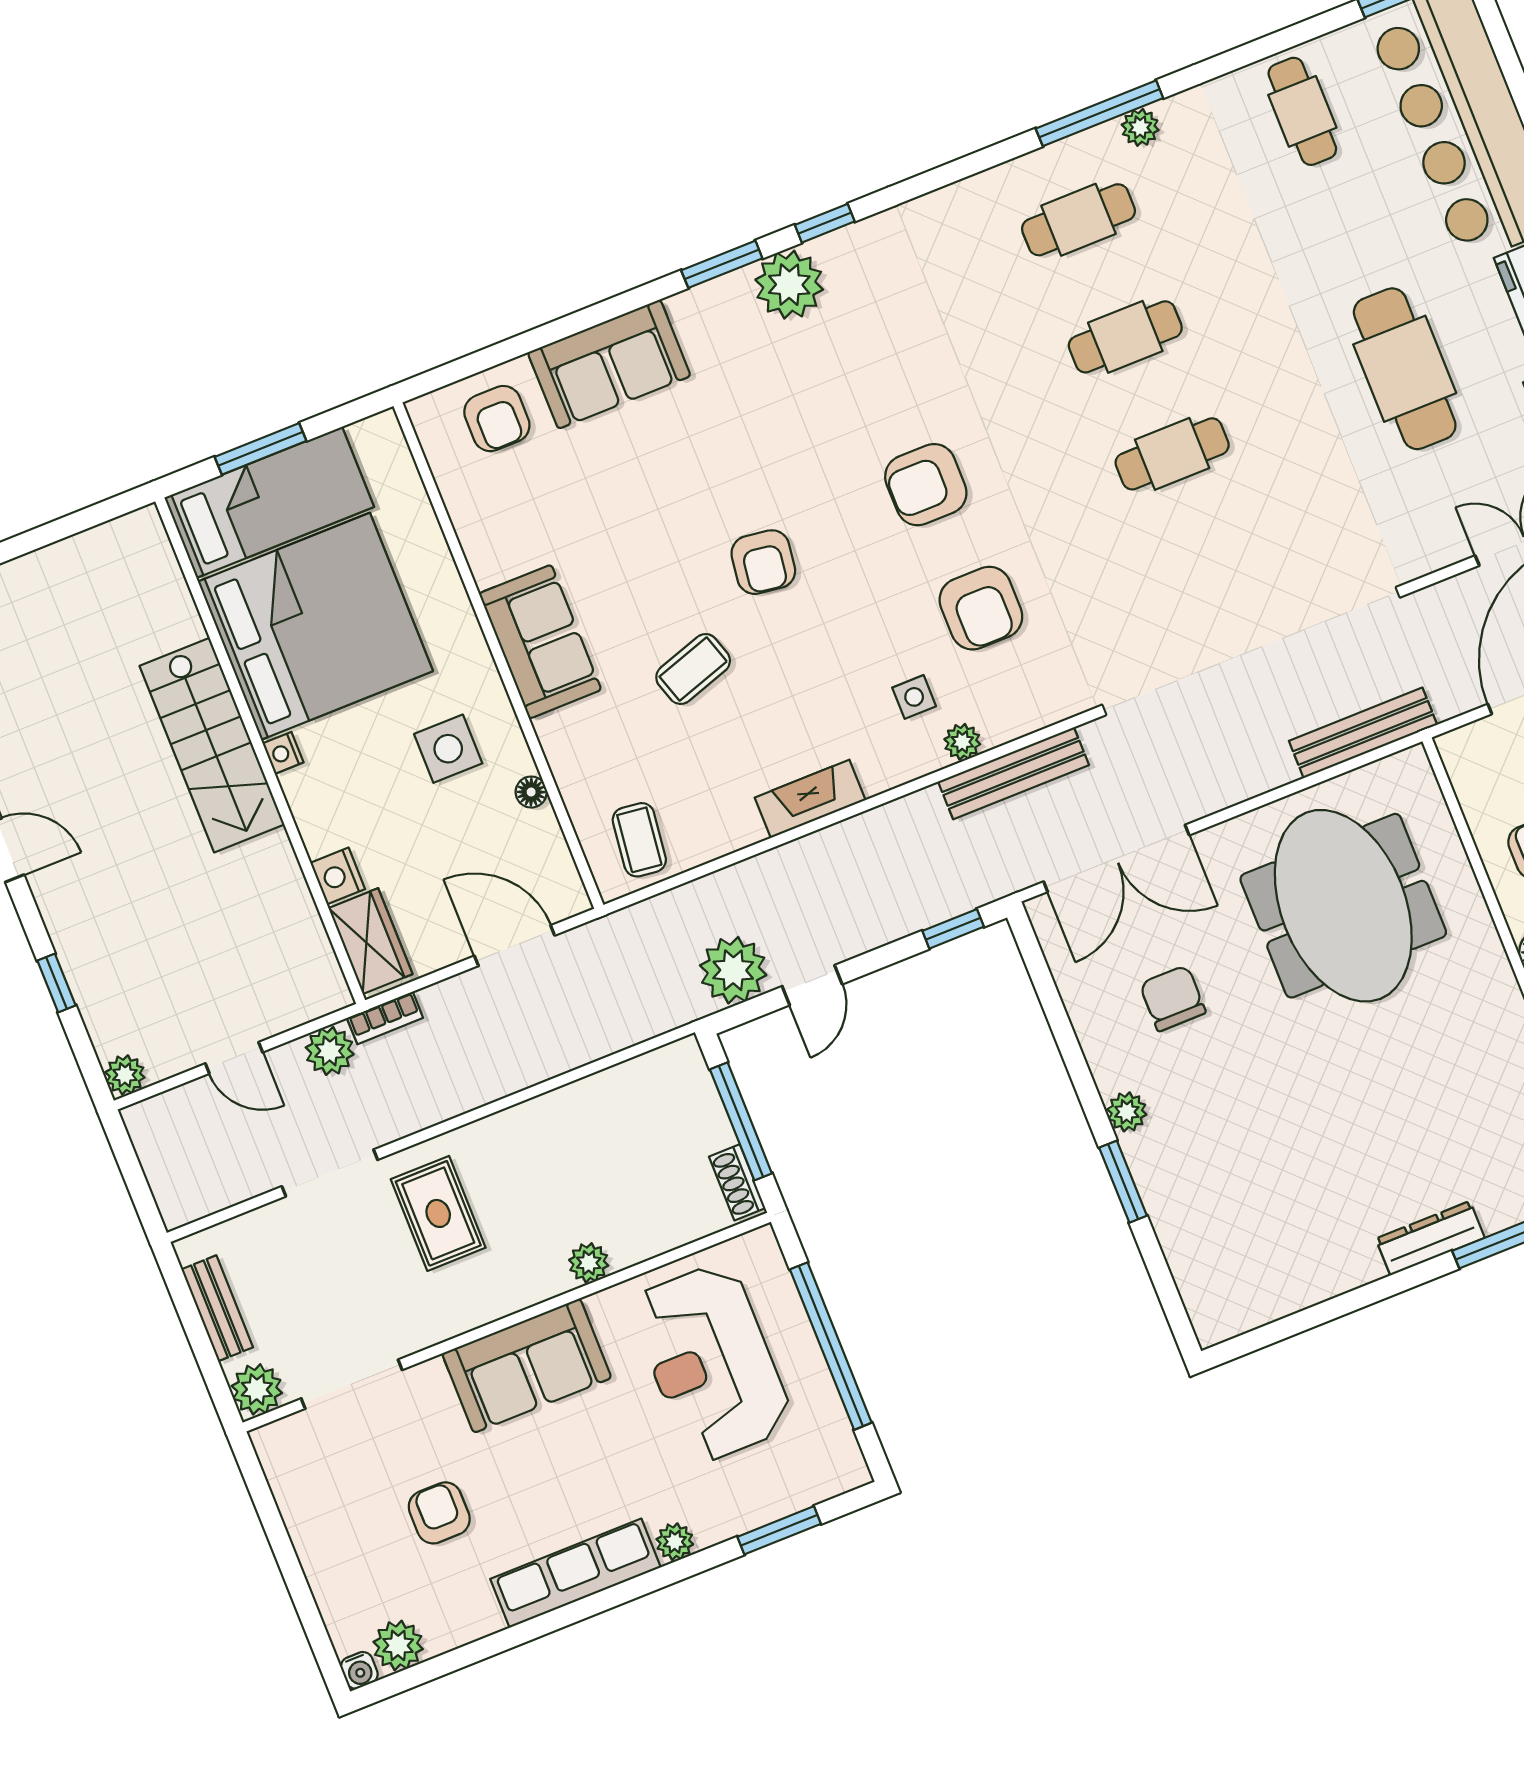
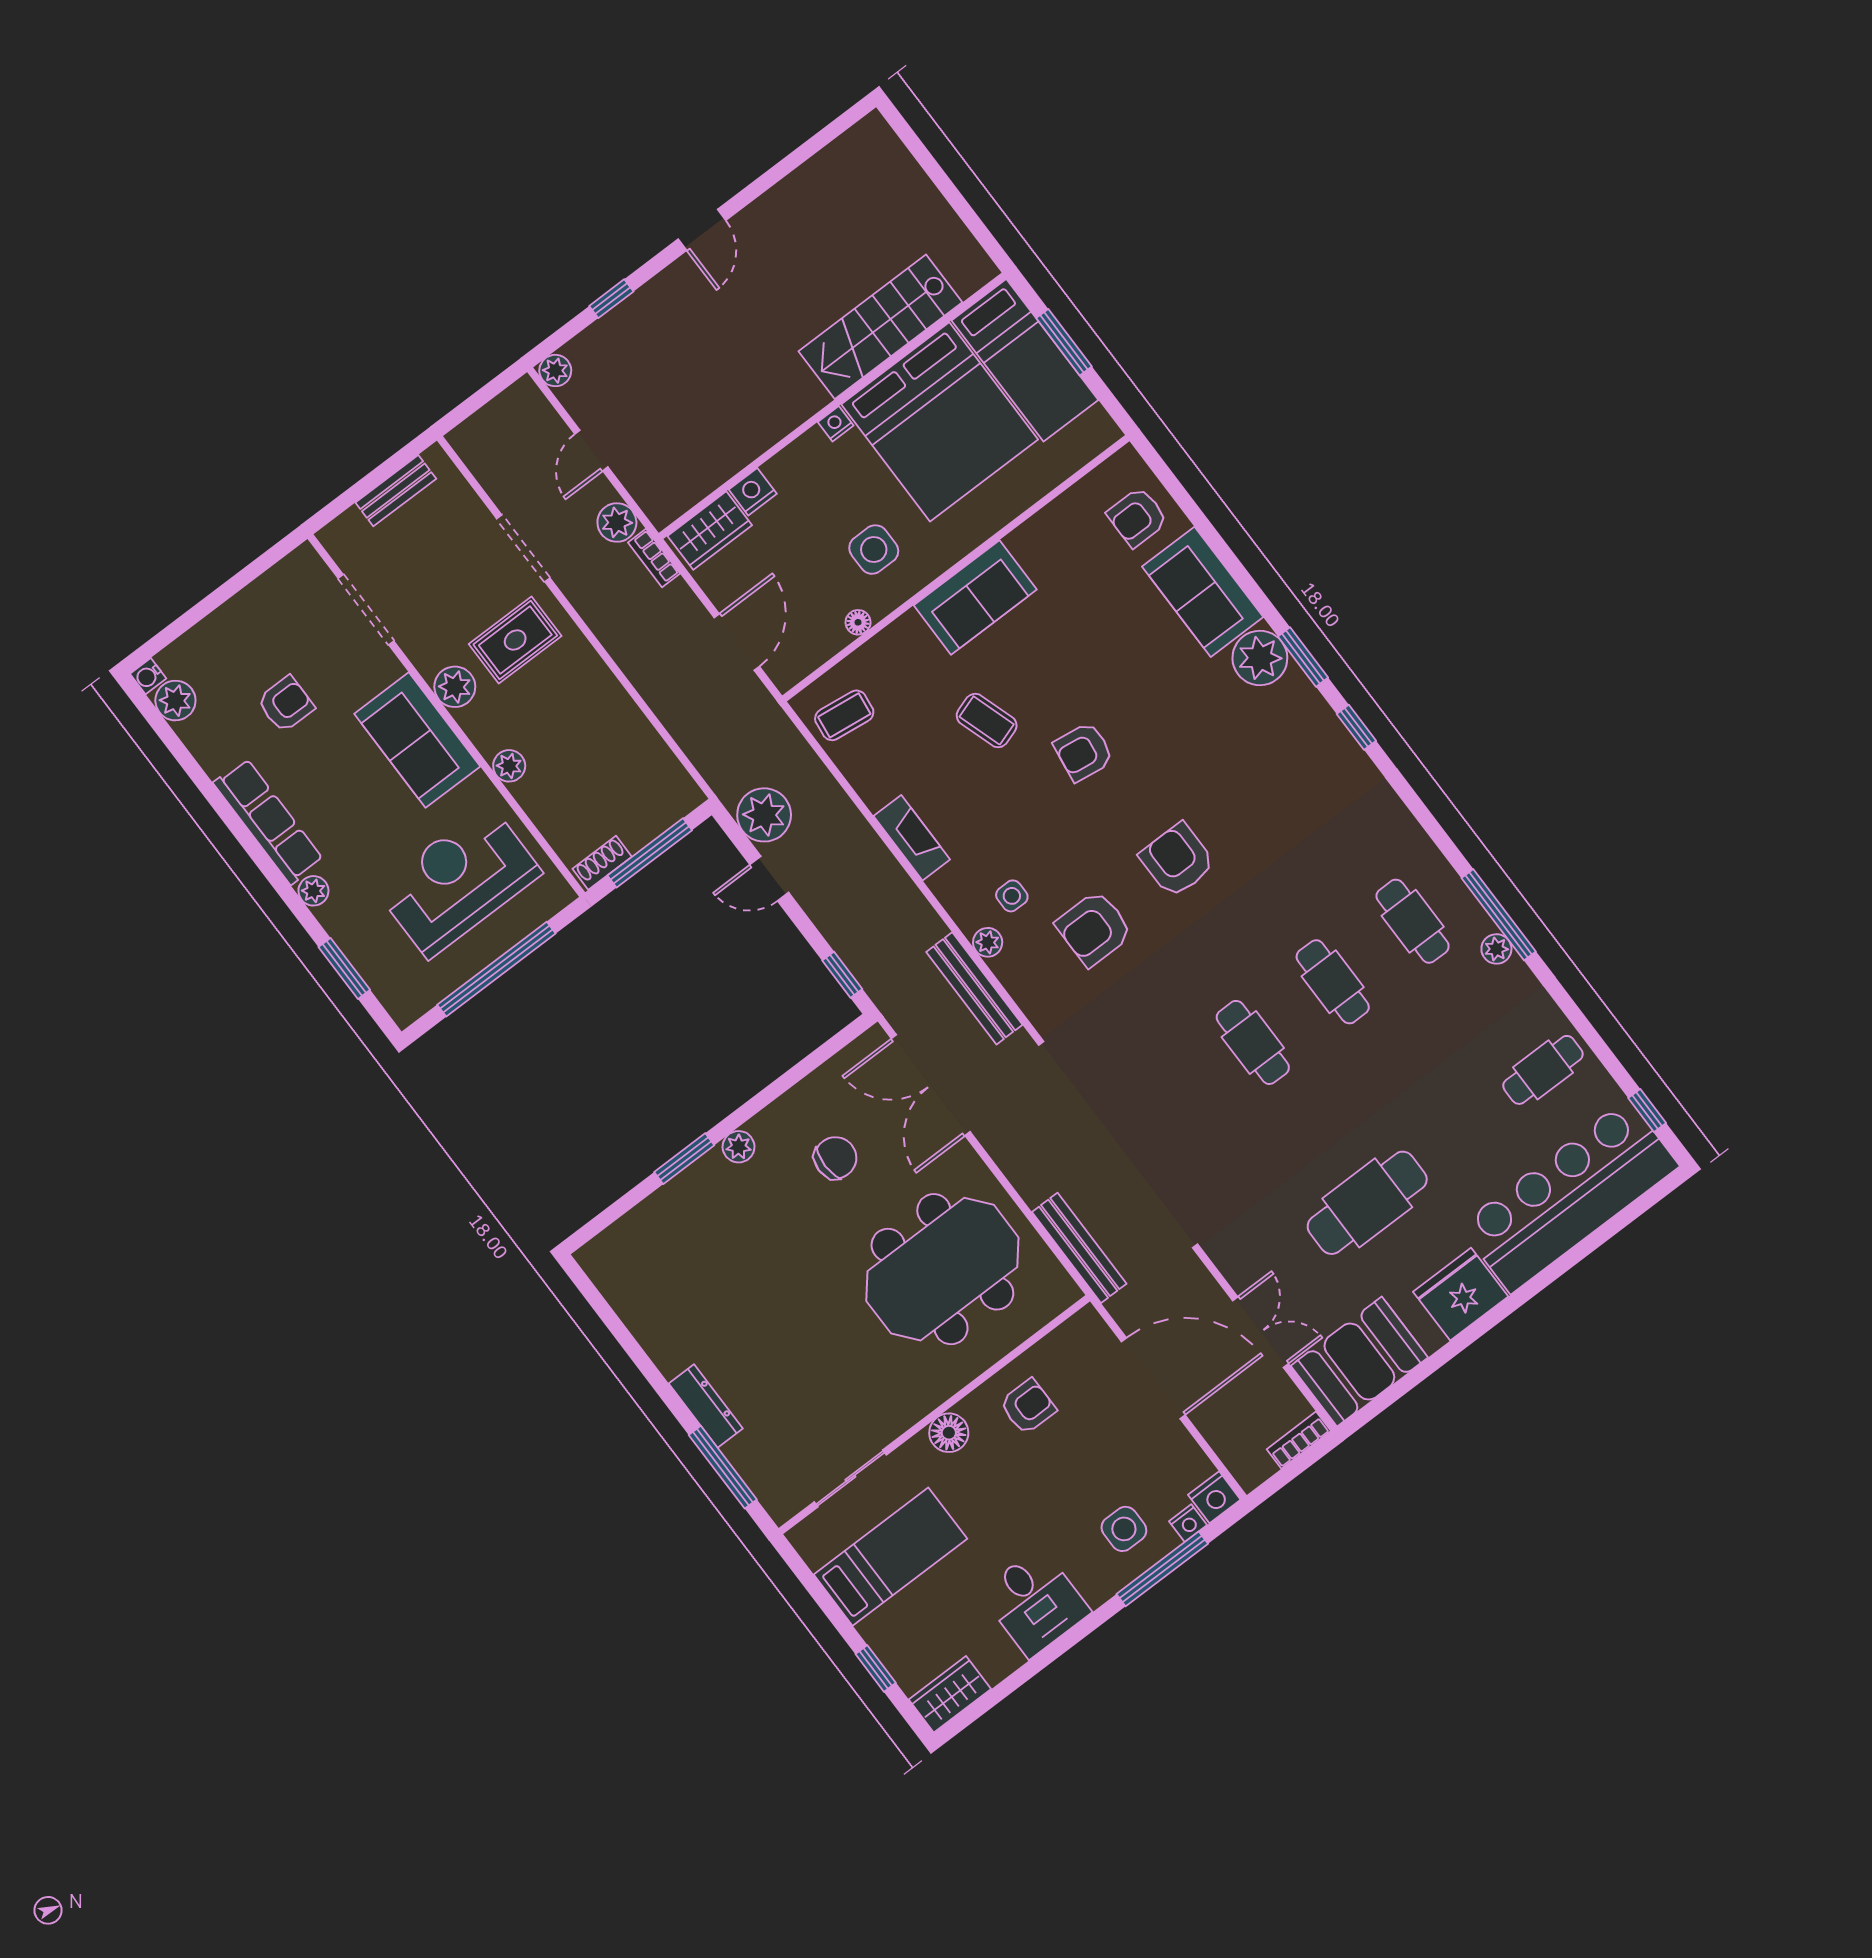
plant: (789, 285) -> (1260, 658), moved
stairs: (212, 745) -> (880, 327), moved
plant: (257, 1389) -> (455, 687), moved

